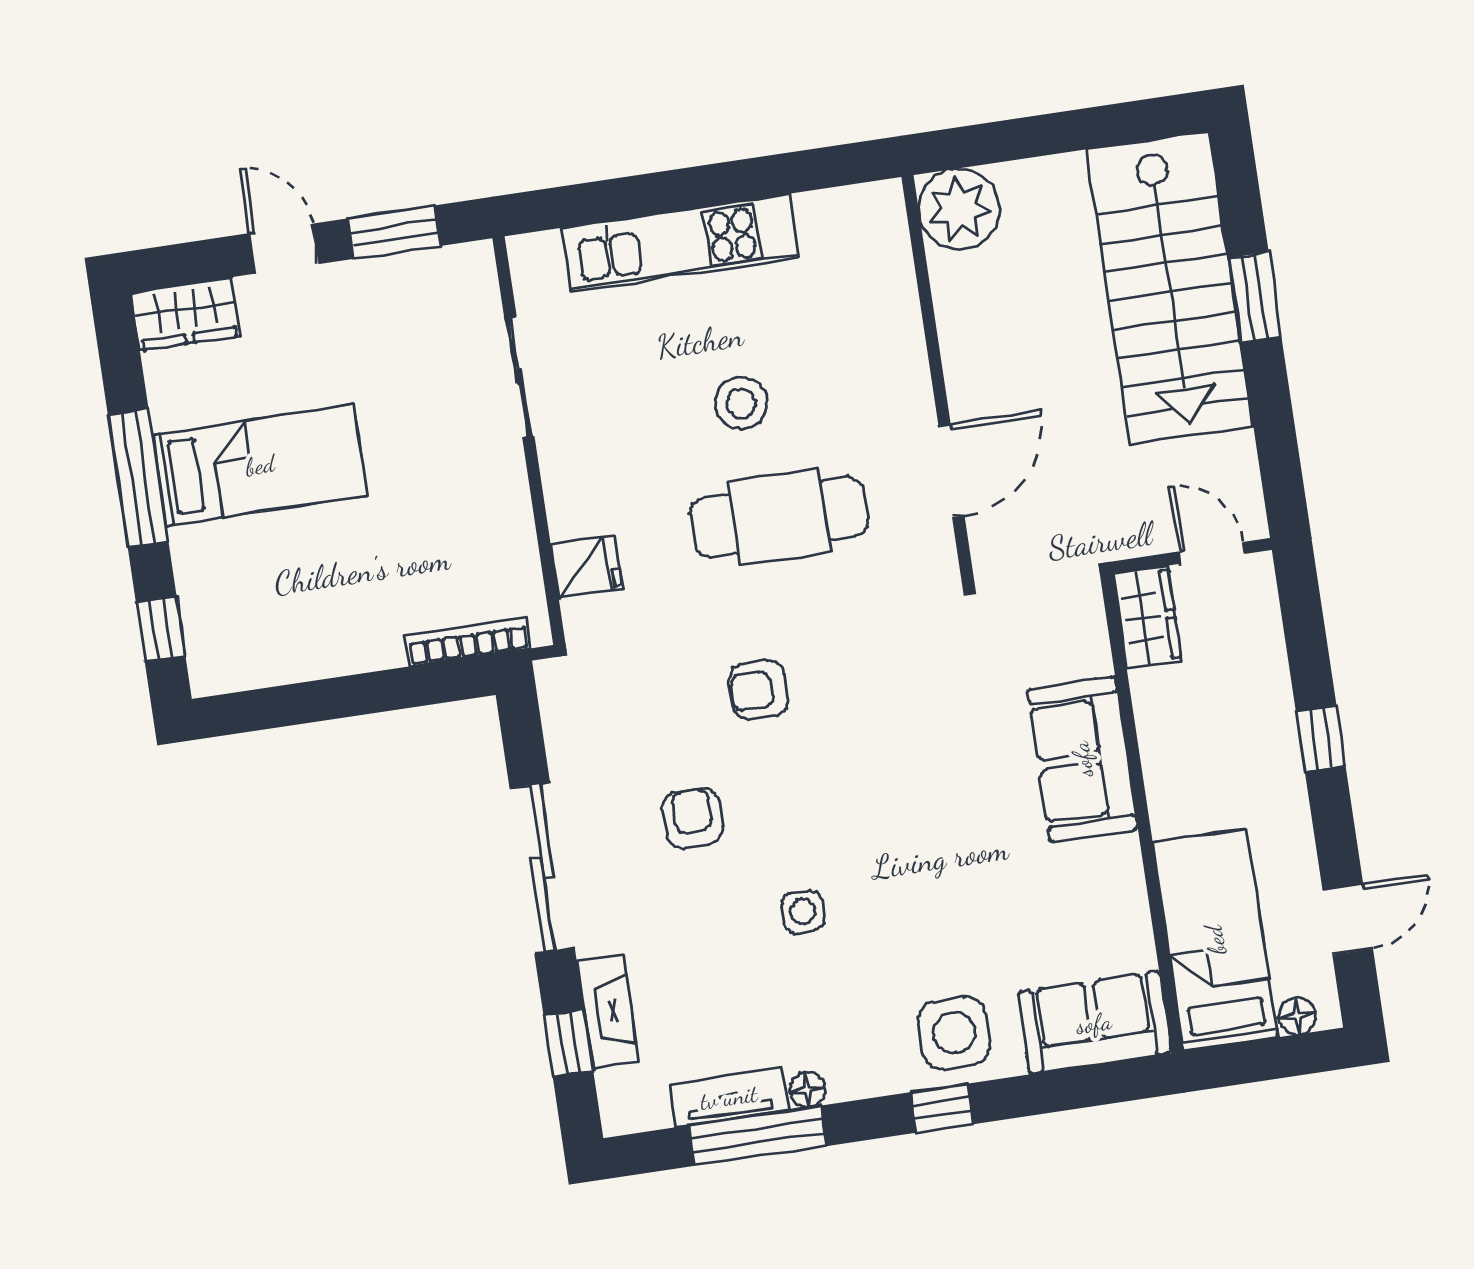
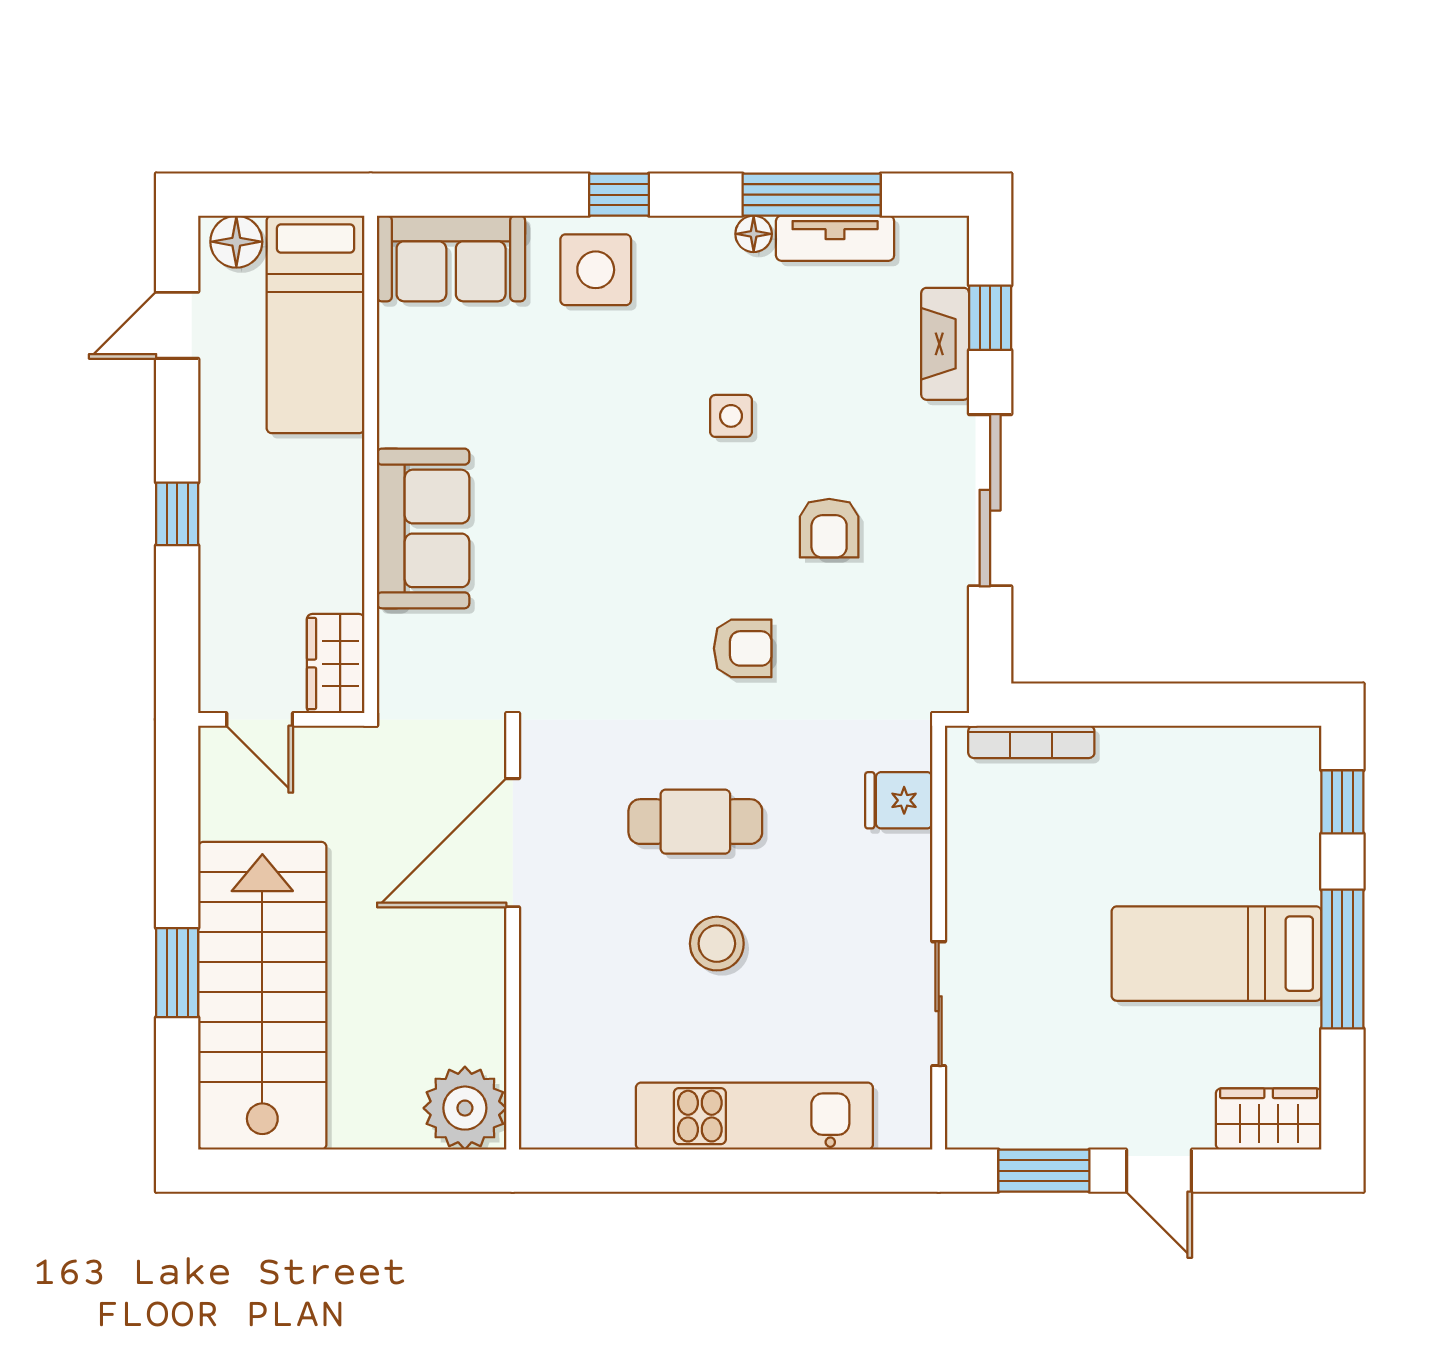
door: (951, 471) -> (513, 843), width x1.36
cafe table: (779, 517) -> (695, 822), width x0.73, depth x0.74
floor lamp: (1297, 1016) -> (236, 242), width x1.37, depth x1.37

